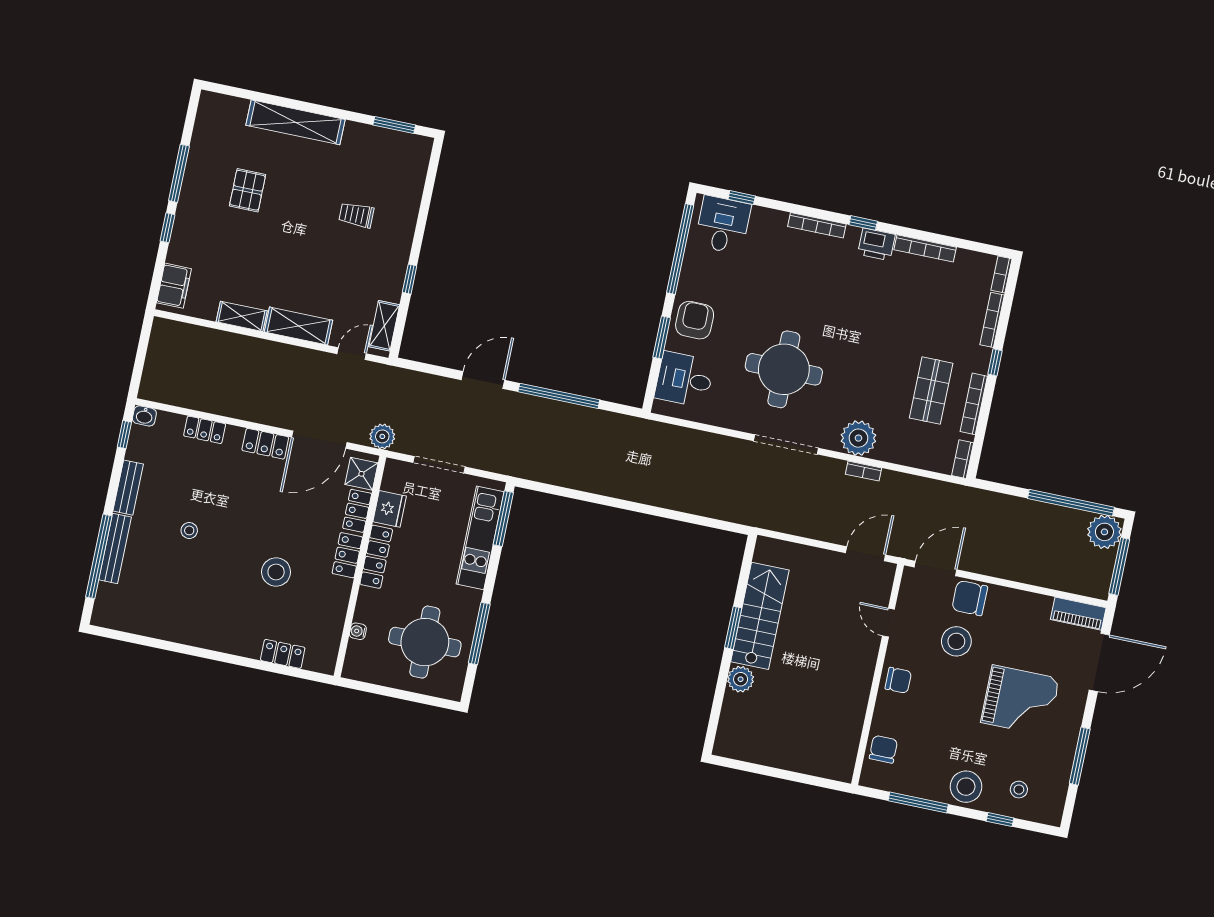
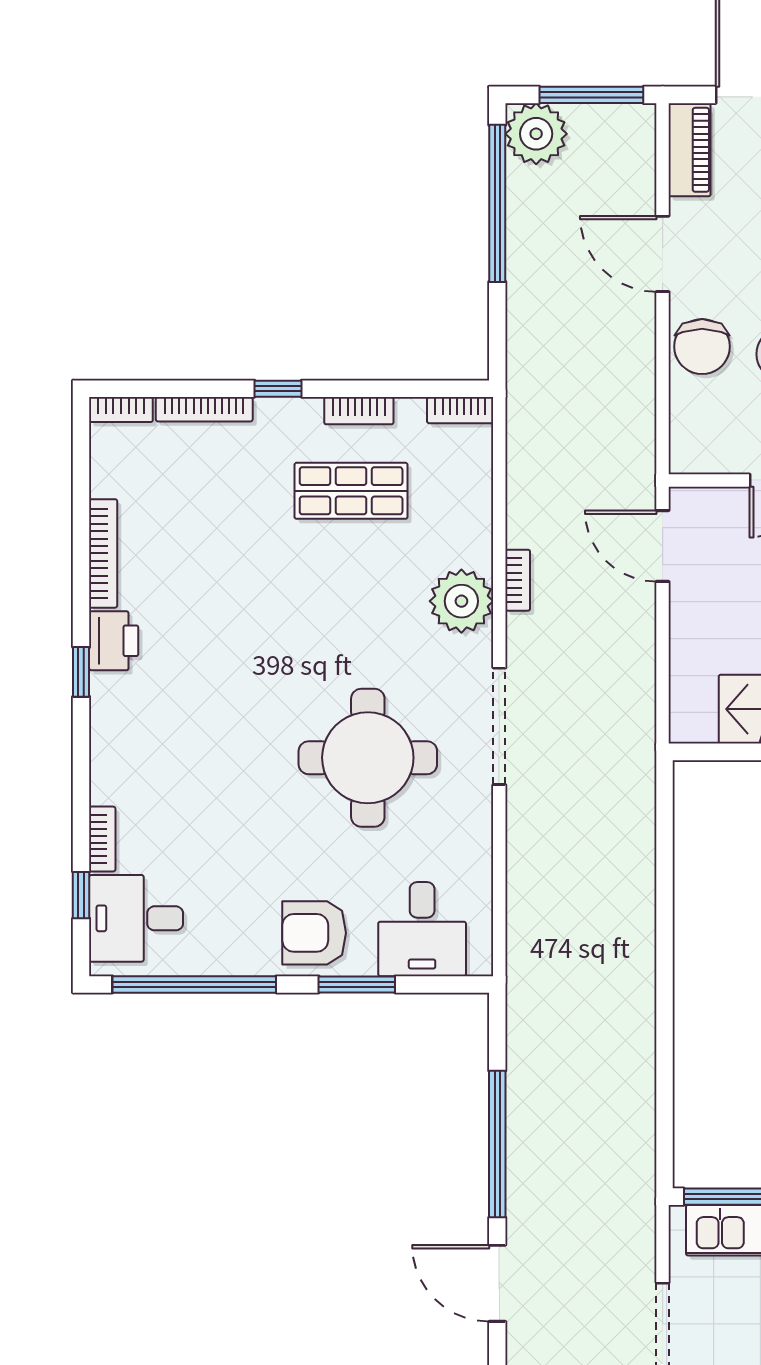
bookcase: (817, 225) -> (102, 839), moved, width x0.64
bookcase: (974, 404) -> (359, 411), width x0.64
door: (935, 568) -> (663, 254), moved

